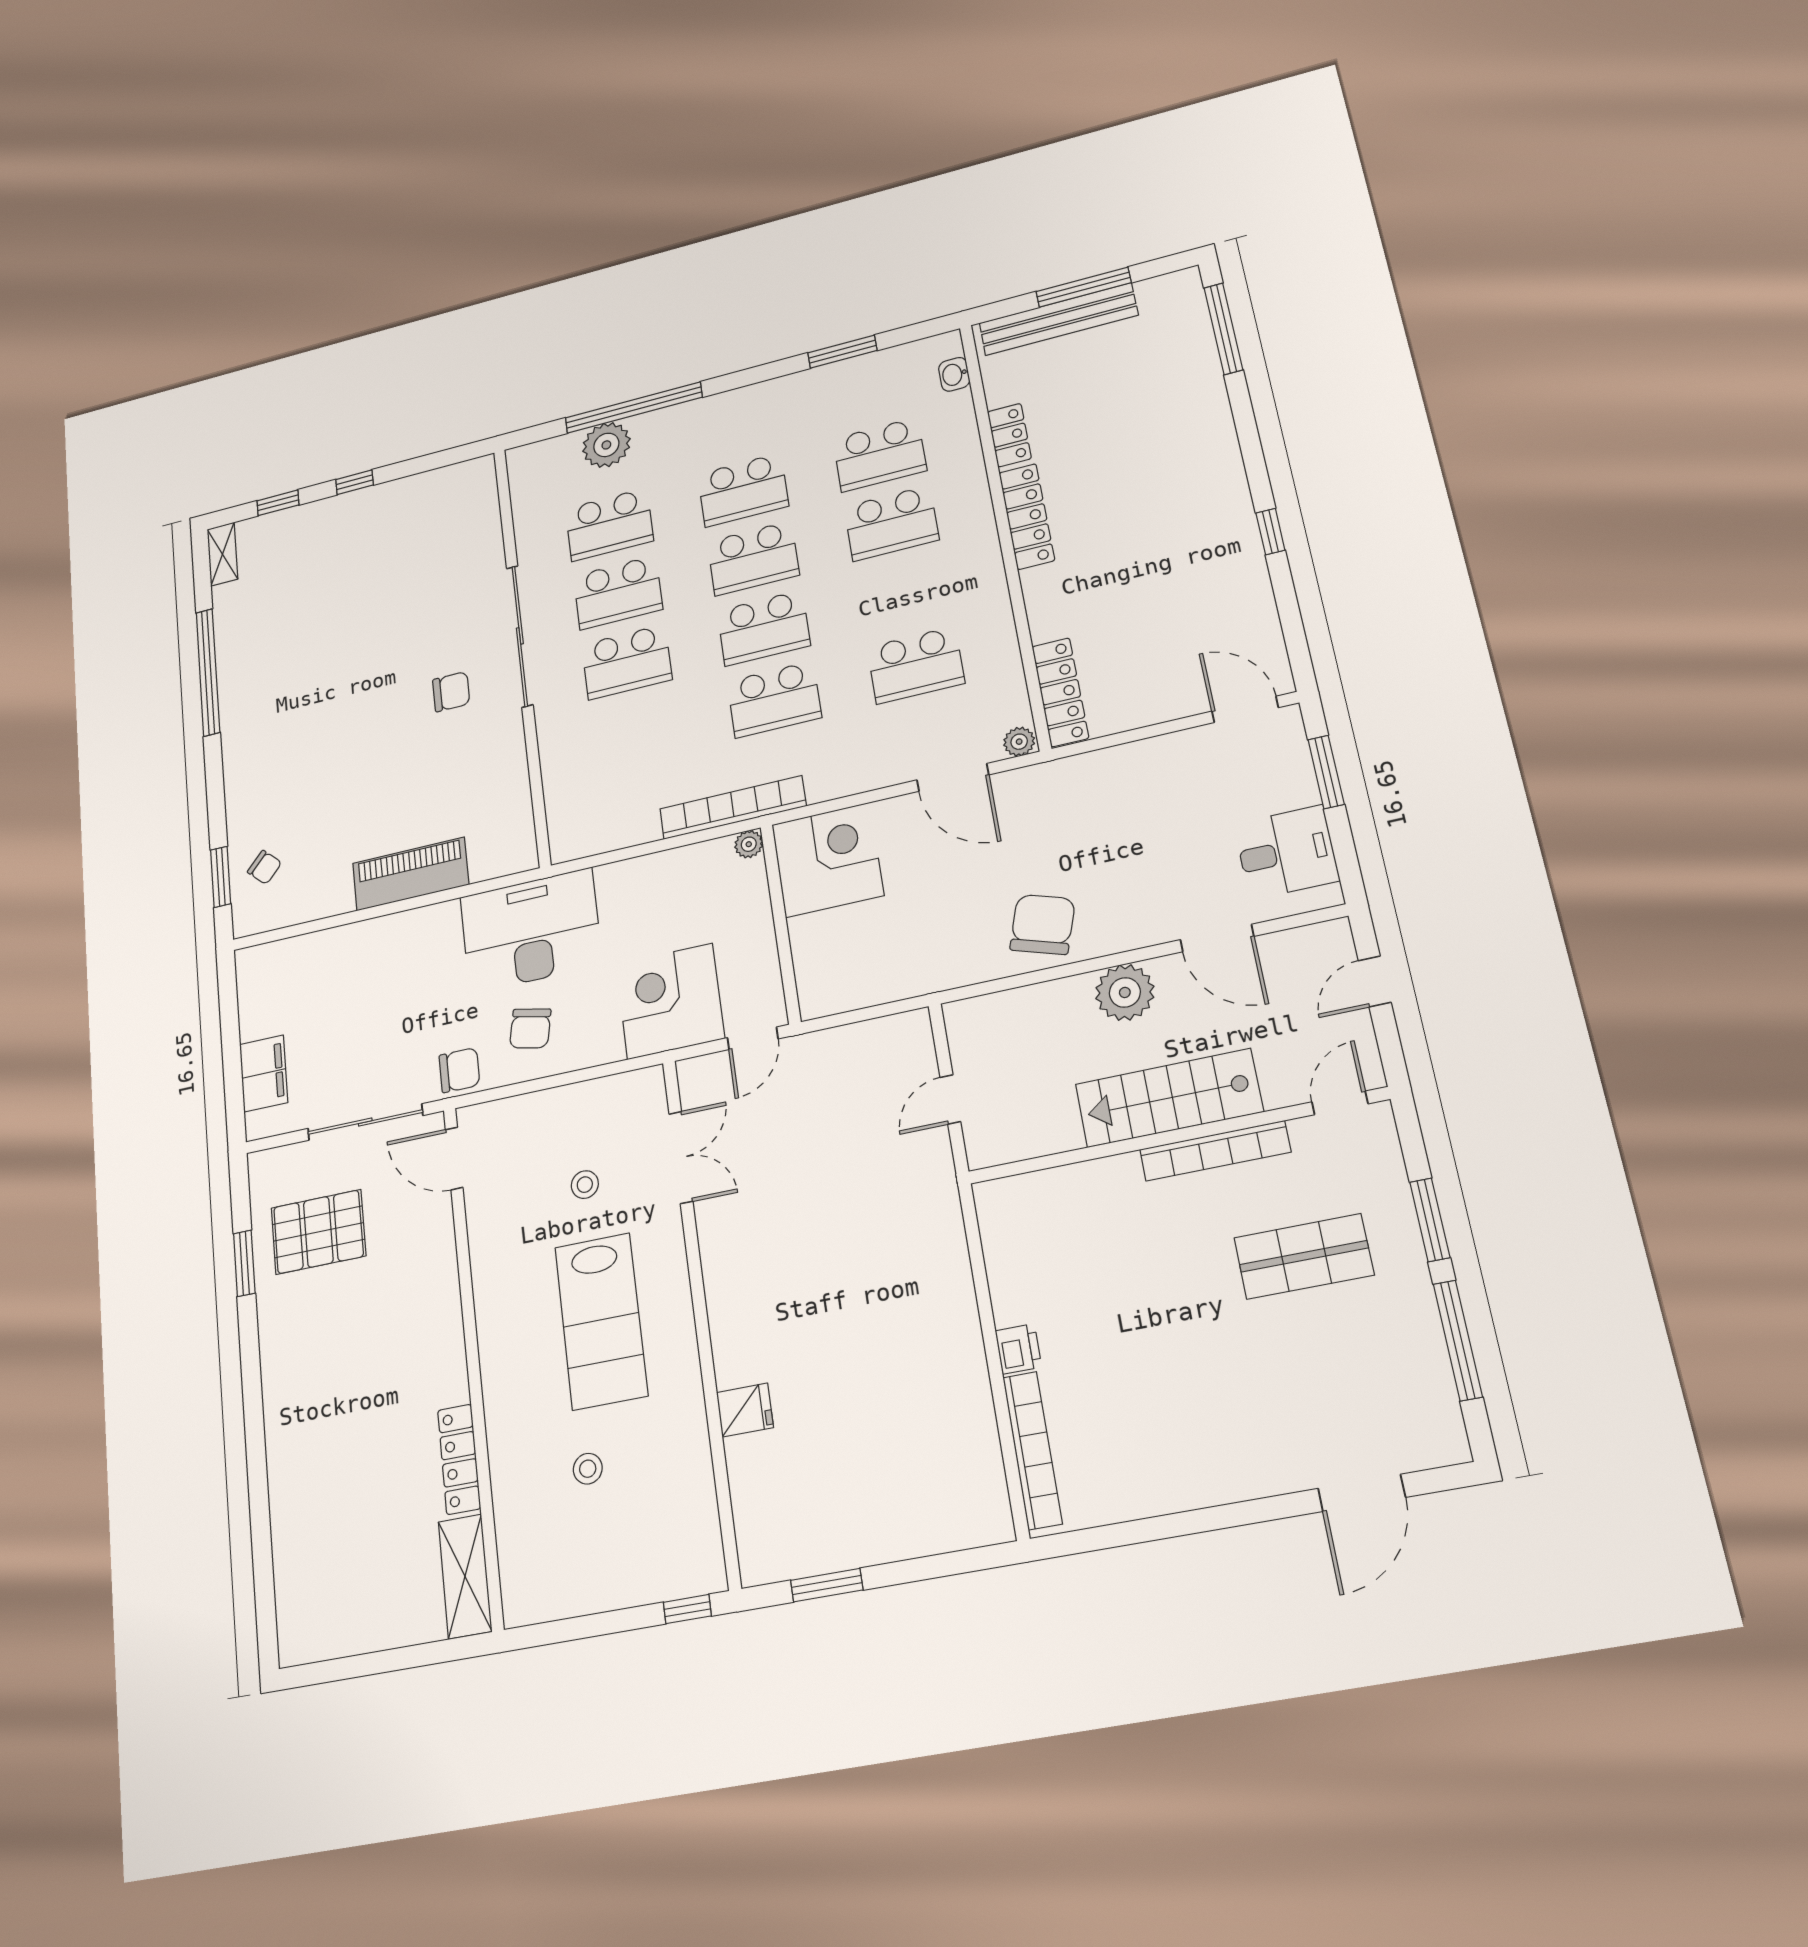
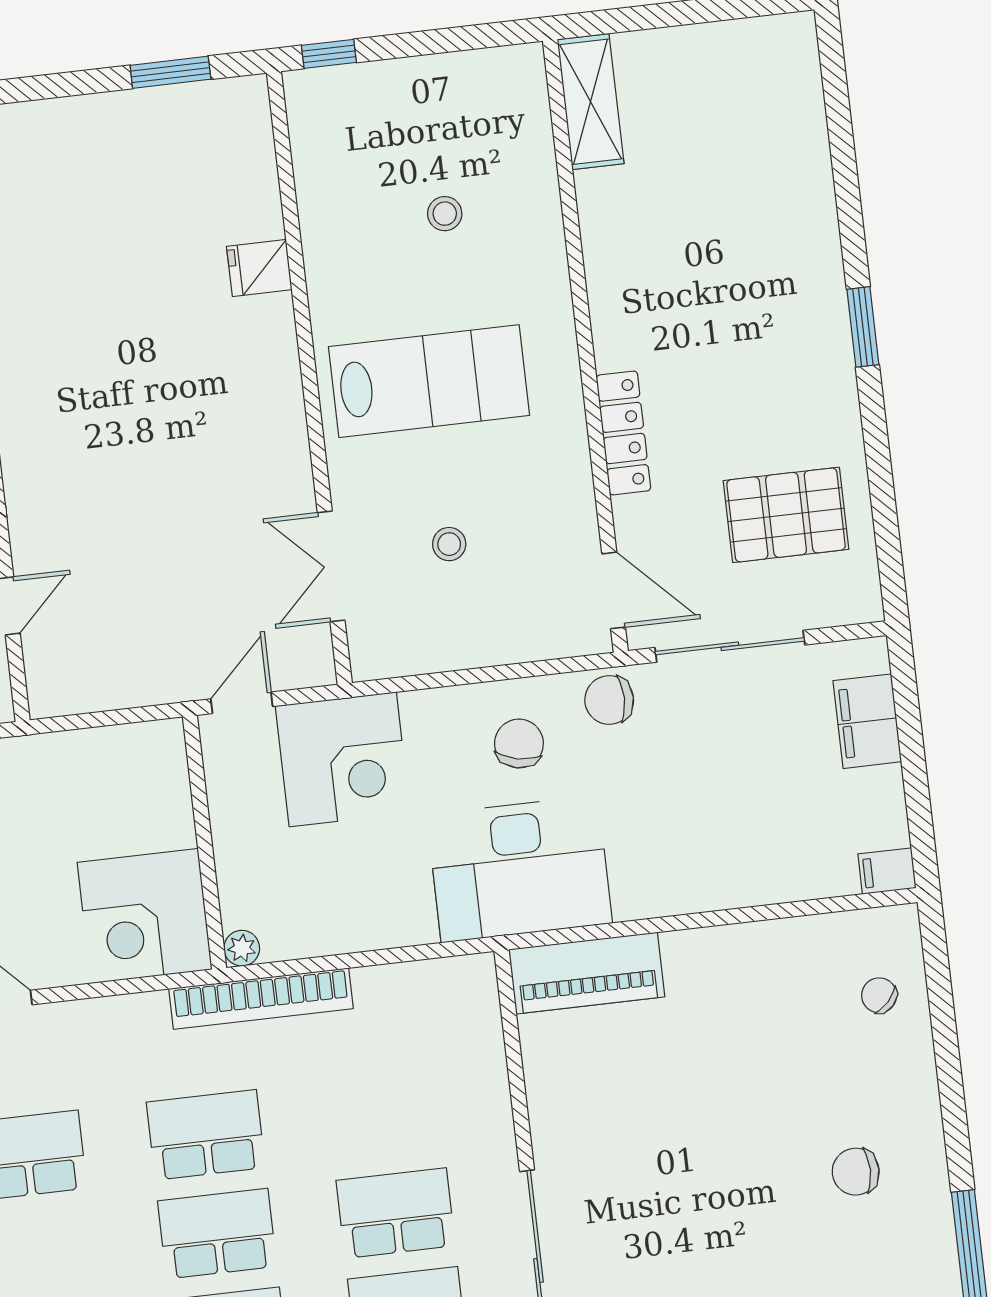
chair: (451, 692) -> (856, 1172), moved
piano: (411, 874) -> (587, 973), moved
window: (221, 877) -> (940, 990), removed
filing cabinet: (254, 960) -> (887, 871), added
window: (244, 1263) -> (863, 327), moved
lab bench: (601, 1321) -> (429, 381), turned 90
locker: (459, 1459) -> (623, 433), moved

